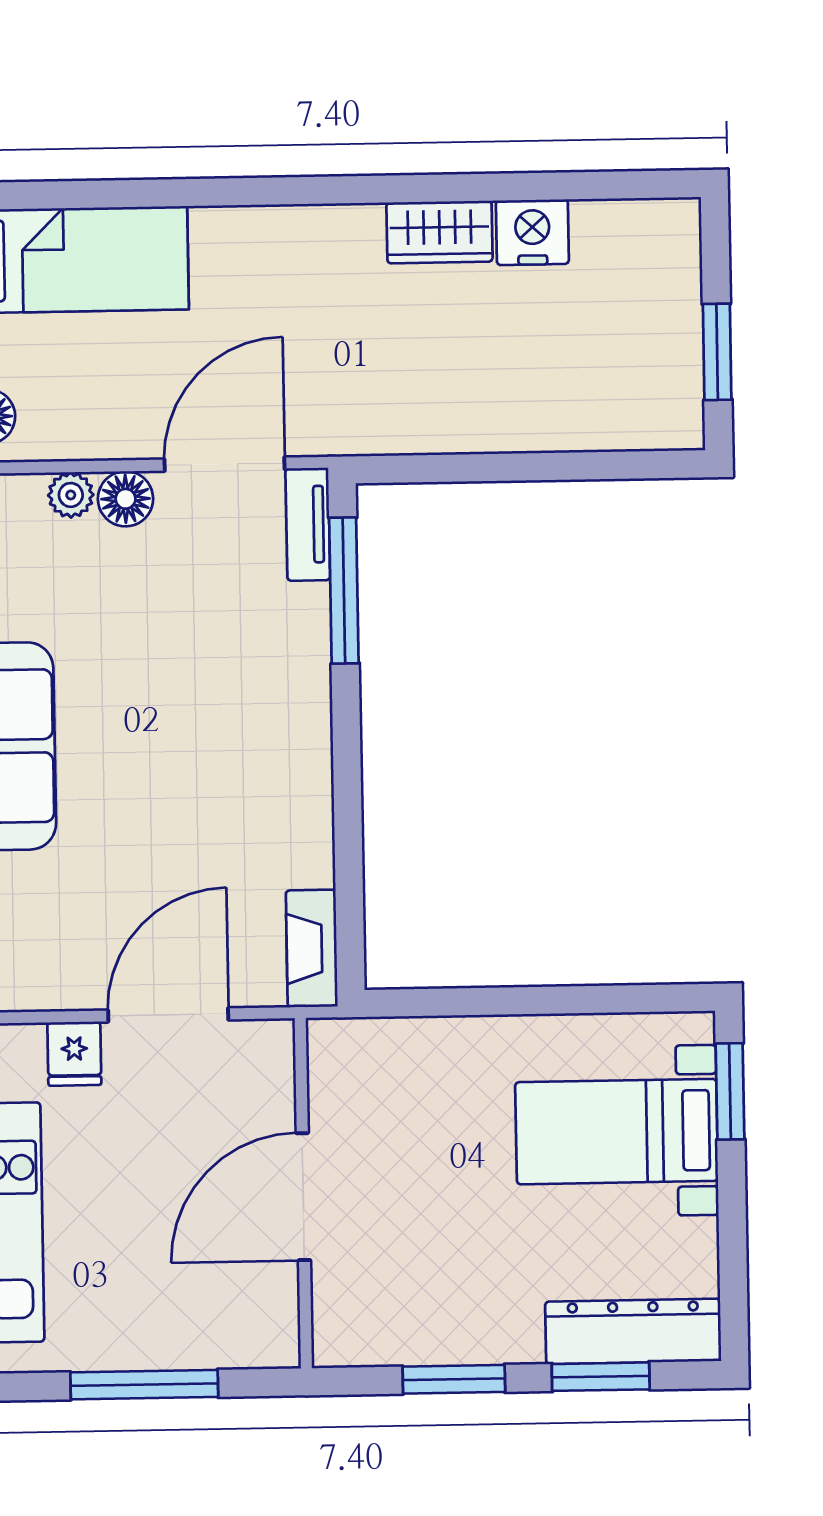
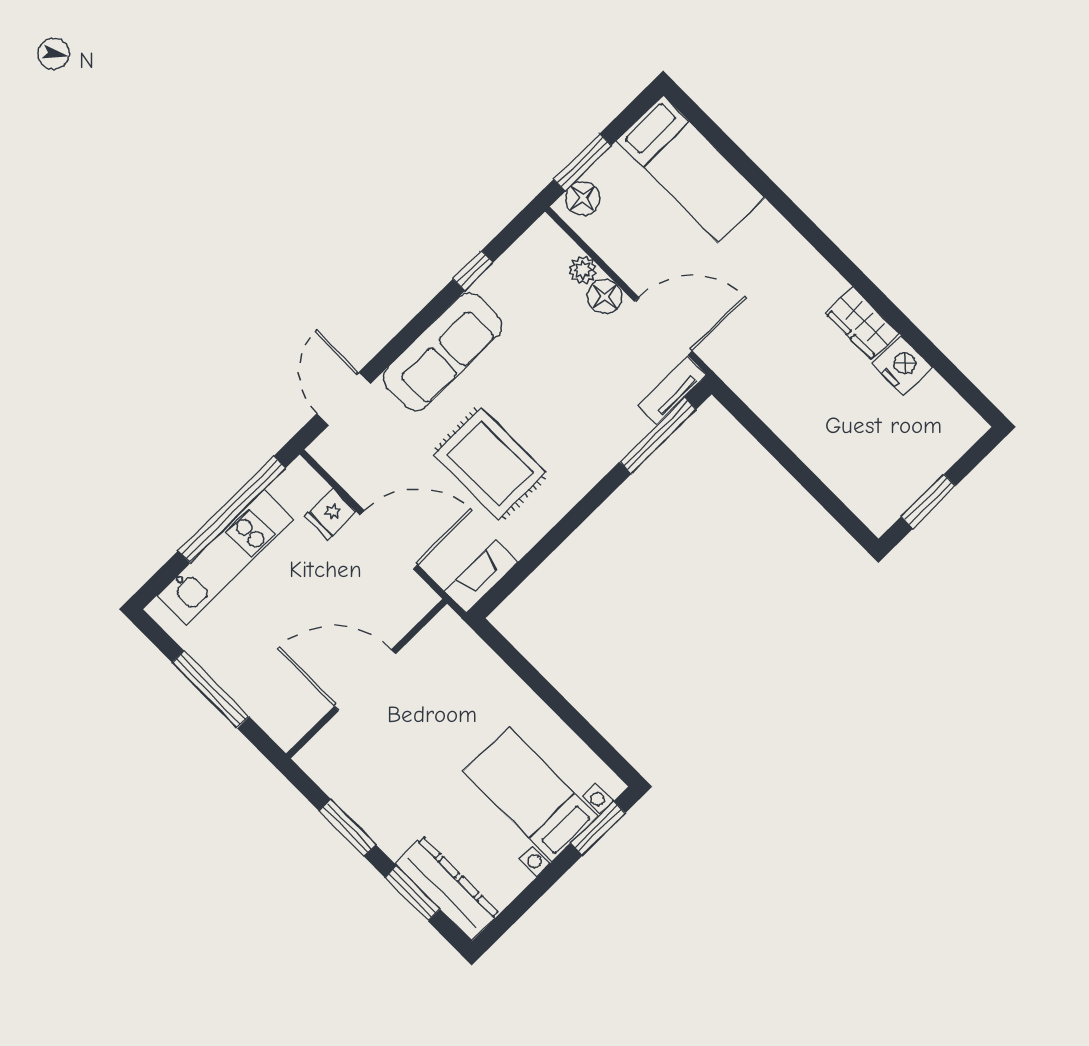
rug: (192, 815) -> (490, 464), added

